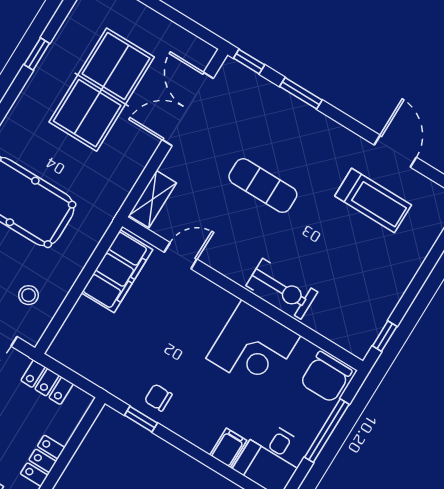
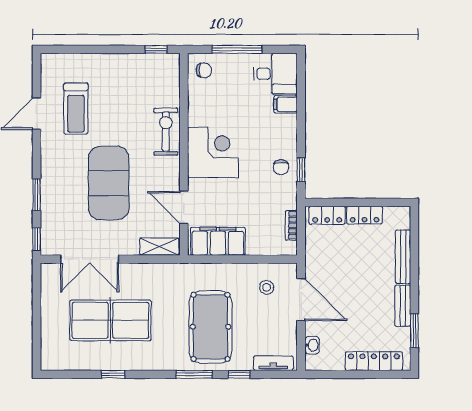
exercise mat: (263, 186) -> (109, 183), width x2.00, depth x1.45
treadmill: (373, 201) -> (76, 109), turned 180
door: (181, 256) -> (184, 208), width x1.38
corner desk: (253, 347) -> (213, 153), moved
bookcase: (83, 368) -> (291, 225), added
chair: (326, 377) -> (204, 70), width x0.54, depth x0.54
locker: (47, 382) -> (327, 215), moved, turned 90

